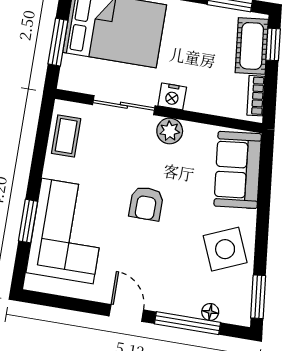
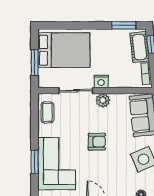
armchair: (146, 204) -> (97, 142), turned -90

